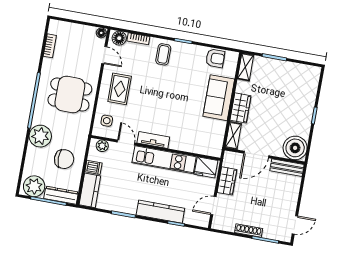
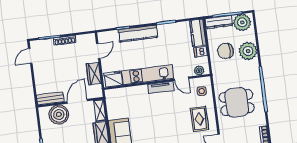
plant: (40, 136) -> (248, 51), moved
boiler: (295, 148) -> (59, 114), moved

